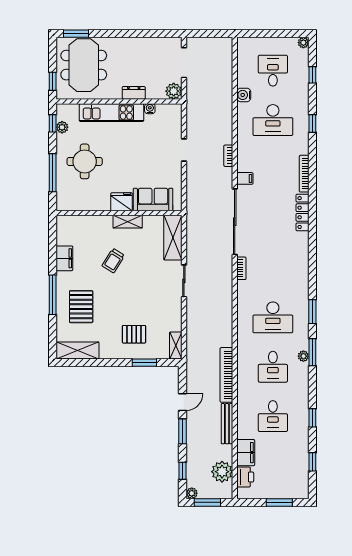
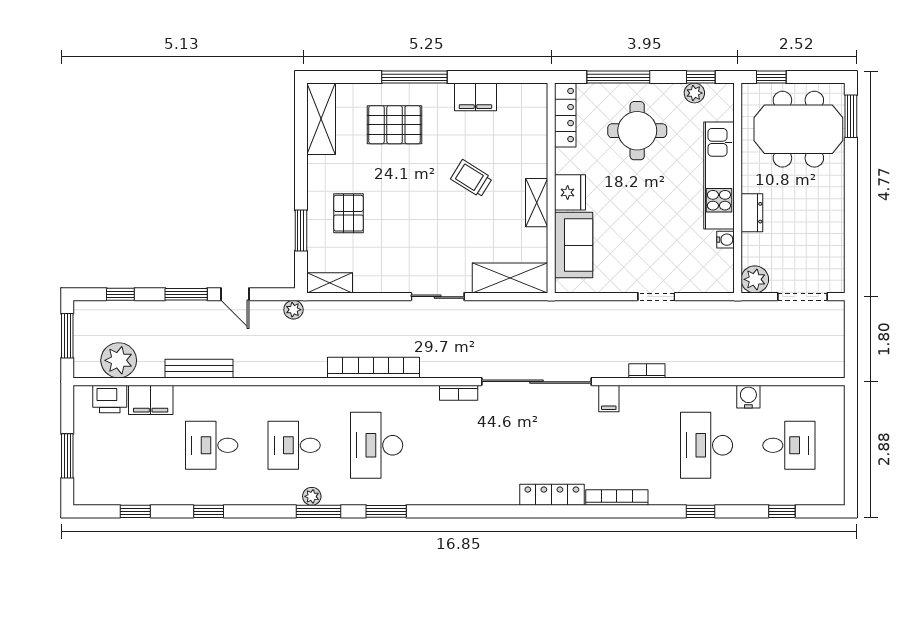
plant: (303, 43) -> (836, 496), removed
locker: (75, 204) -> (565, 115), added
bookcase: (226, 375) -> (373, 368), moved
plant: (192, 493) -> (293, 310), moved

